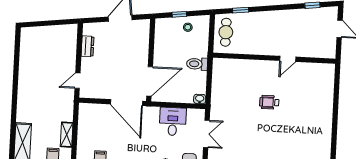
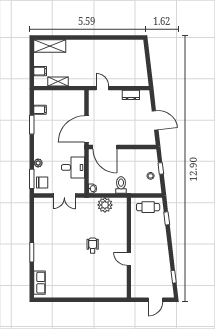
plant: (220, 85) -> (105, 205), added

